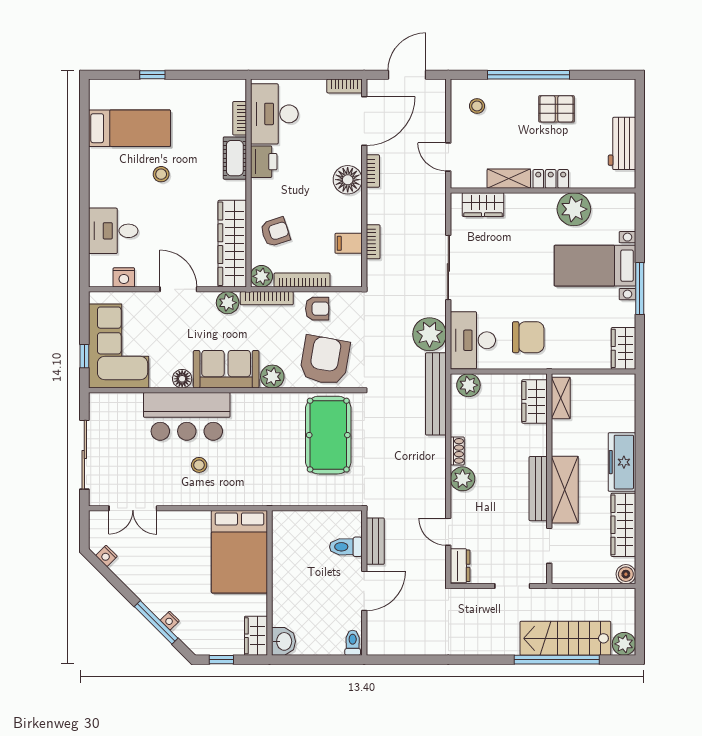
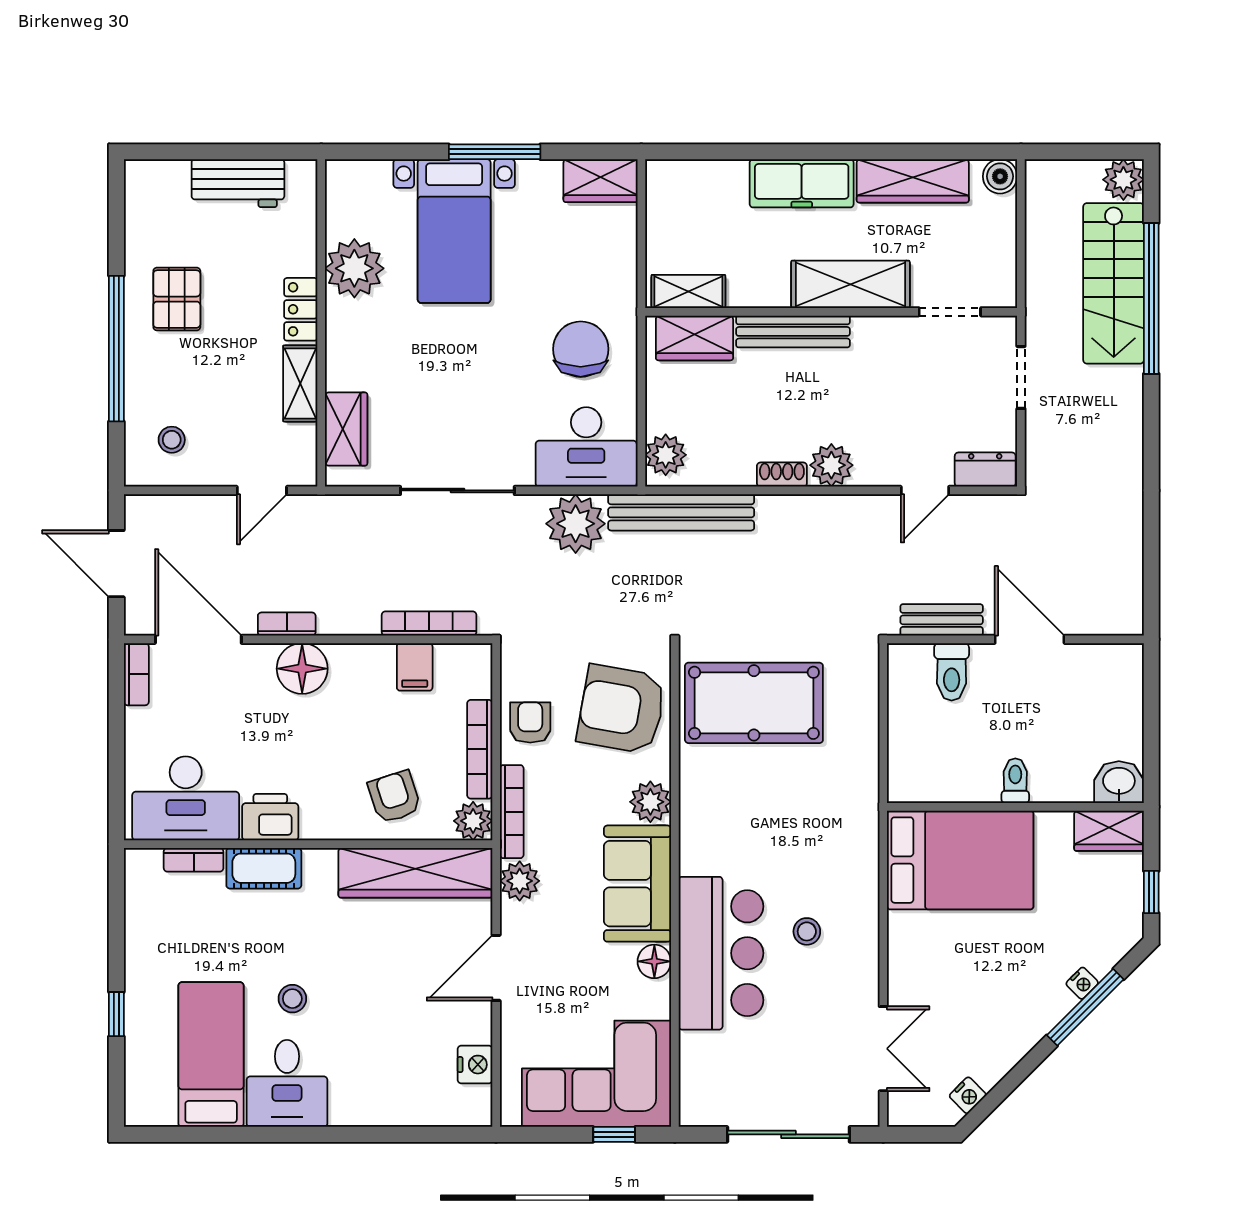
desk: (113, 231) -> (287, 1083), moved
bookcase: (373, 242) -> (429, 624), width x1.56
bench: (538, 489) -> (793, 331), moved
toilet: (353, 643) -> (1015, 781), moved, turned 90

